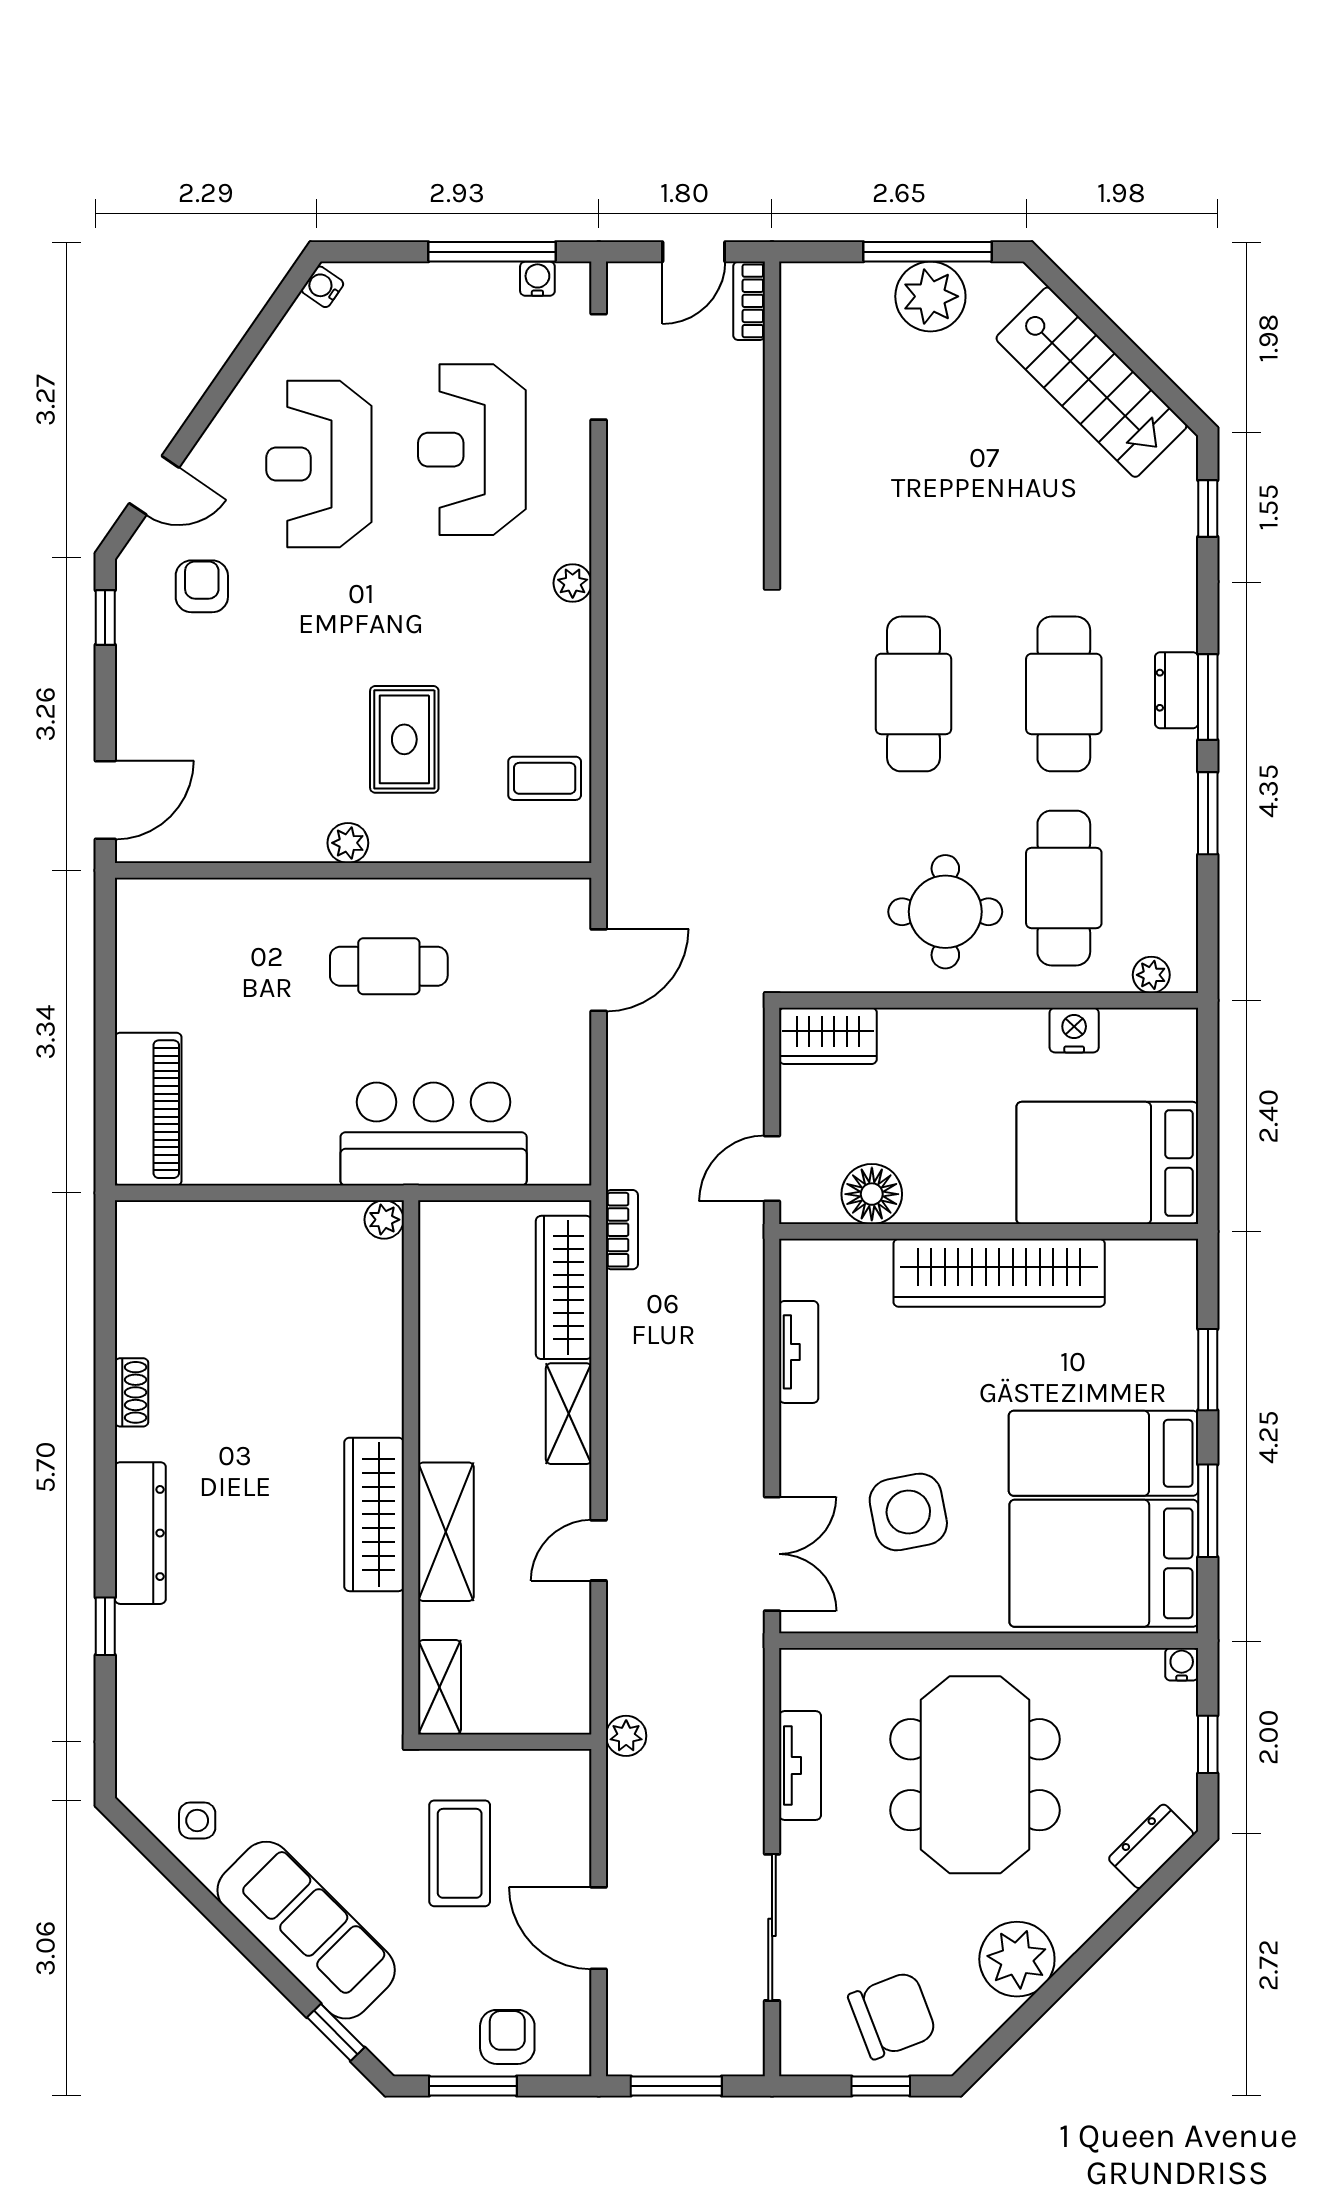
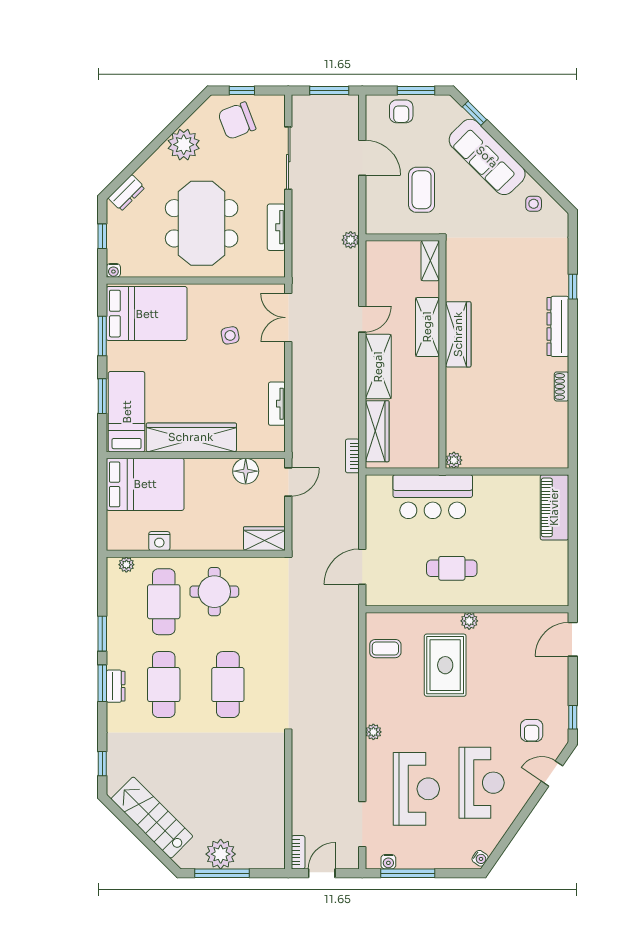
rug: (404, 739) -> (445, 665), width x1.36, depth x1.43
shelving: (569, 1414) -> (378, 367), width x1.50, depth x1.33
bed: (1103, 1453) -> (127, 412), moved, turned -90
side table: (908, 1512) -> (230, 335), width x0.54, depth x0.54

